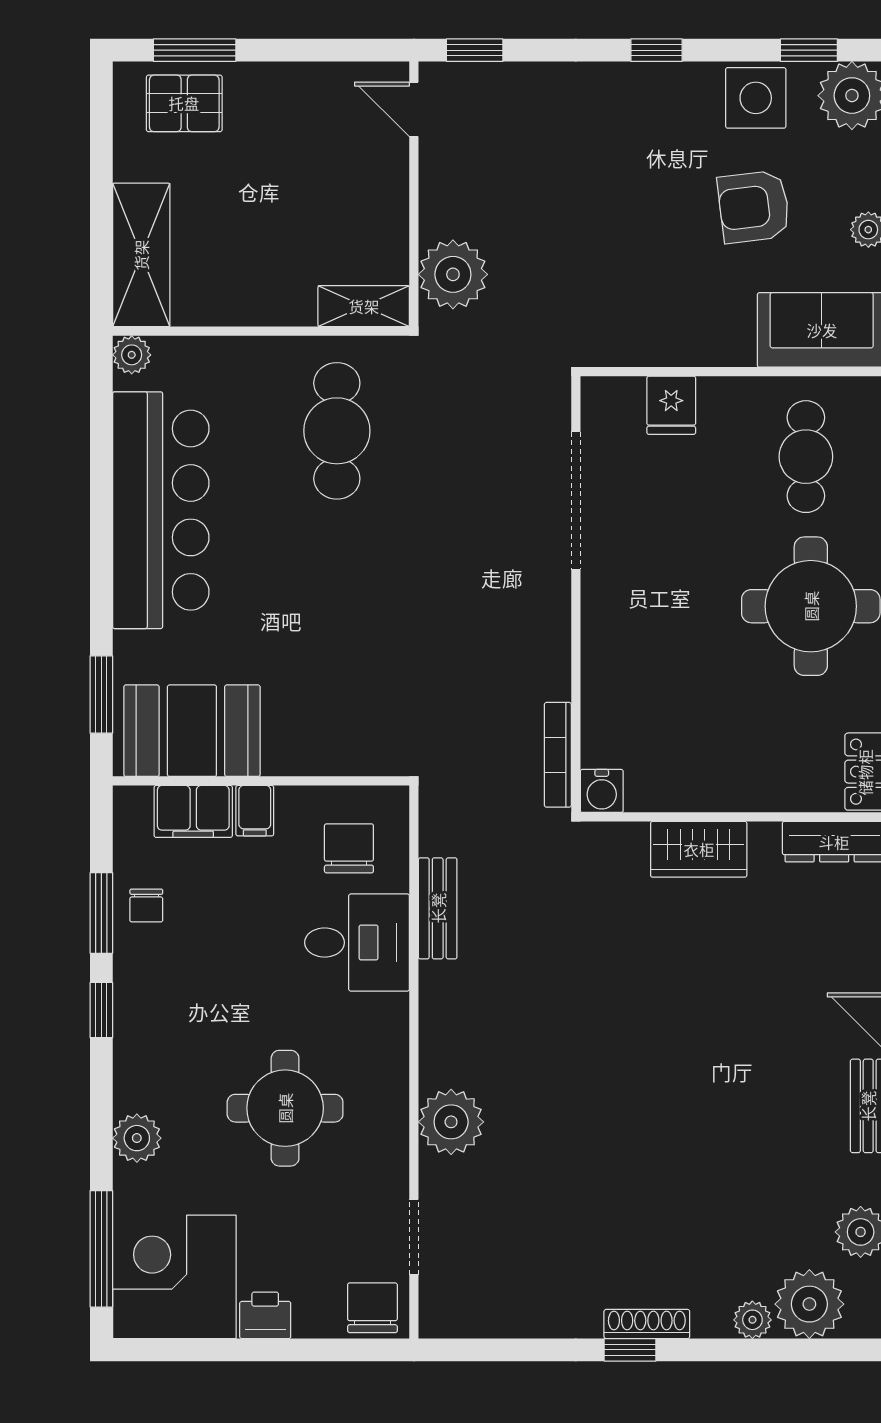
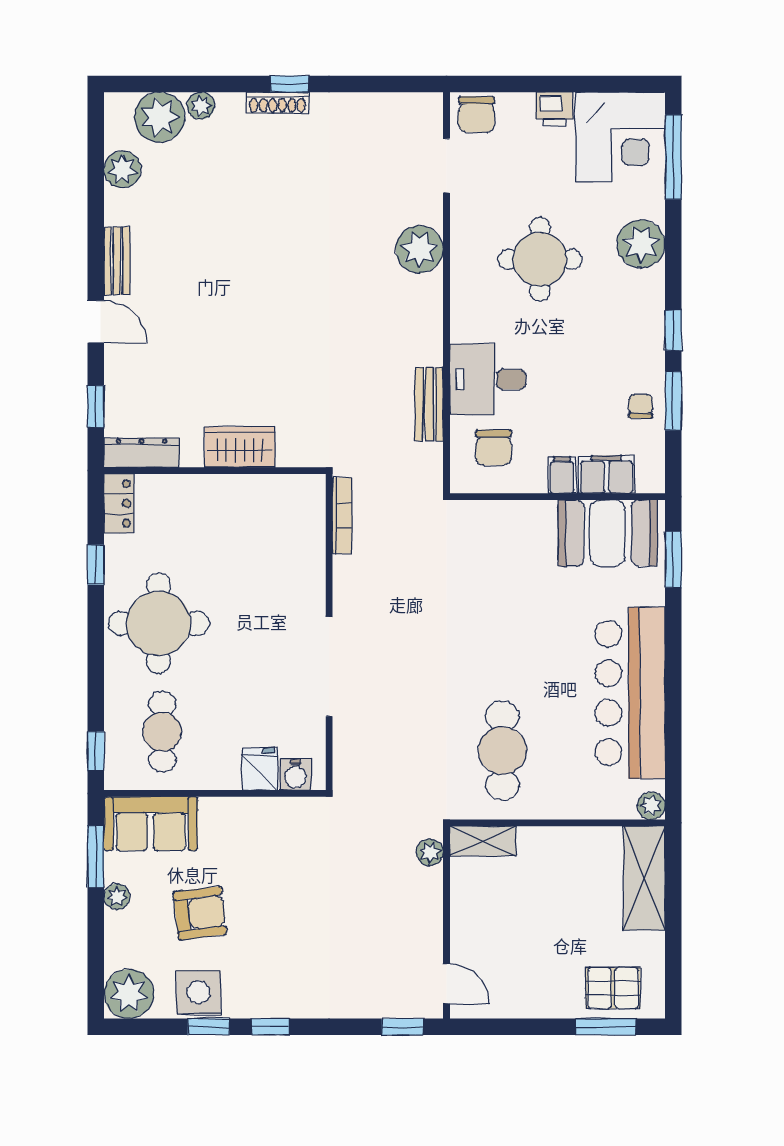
window: (809, 50) -> (209, 1027), moved
plant: (453, 274) -> (430, 852), width x0.53, depth x0.53
doorway: (576, 500) -> (329, 666), moved
water cooler: (602, 791) -> (296, 775), moved, turned 180
plant: (137, 1138) -> (641, 244), width x1.36, depth x1.36

